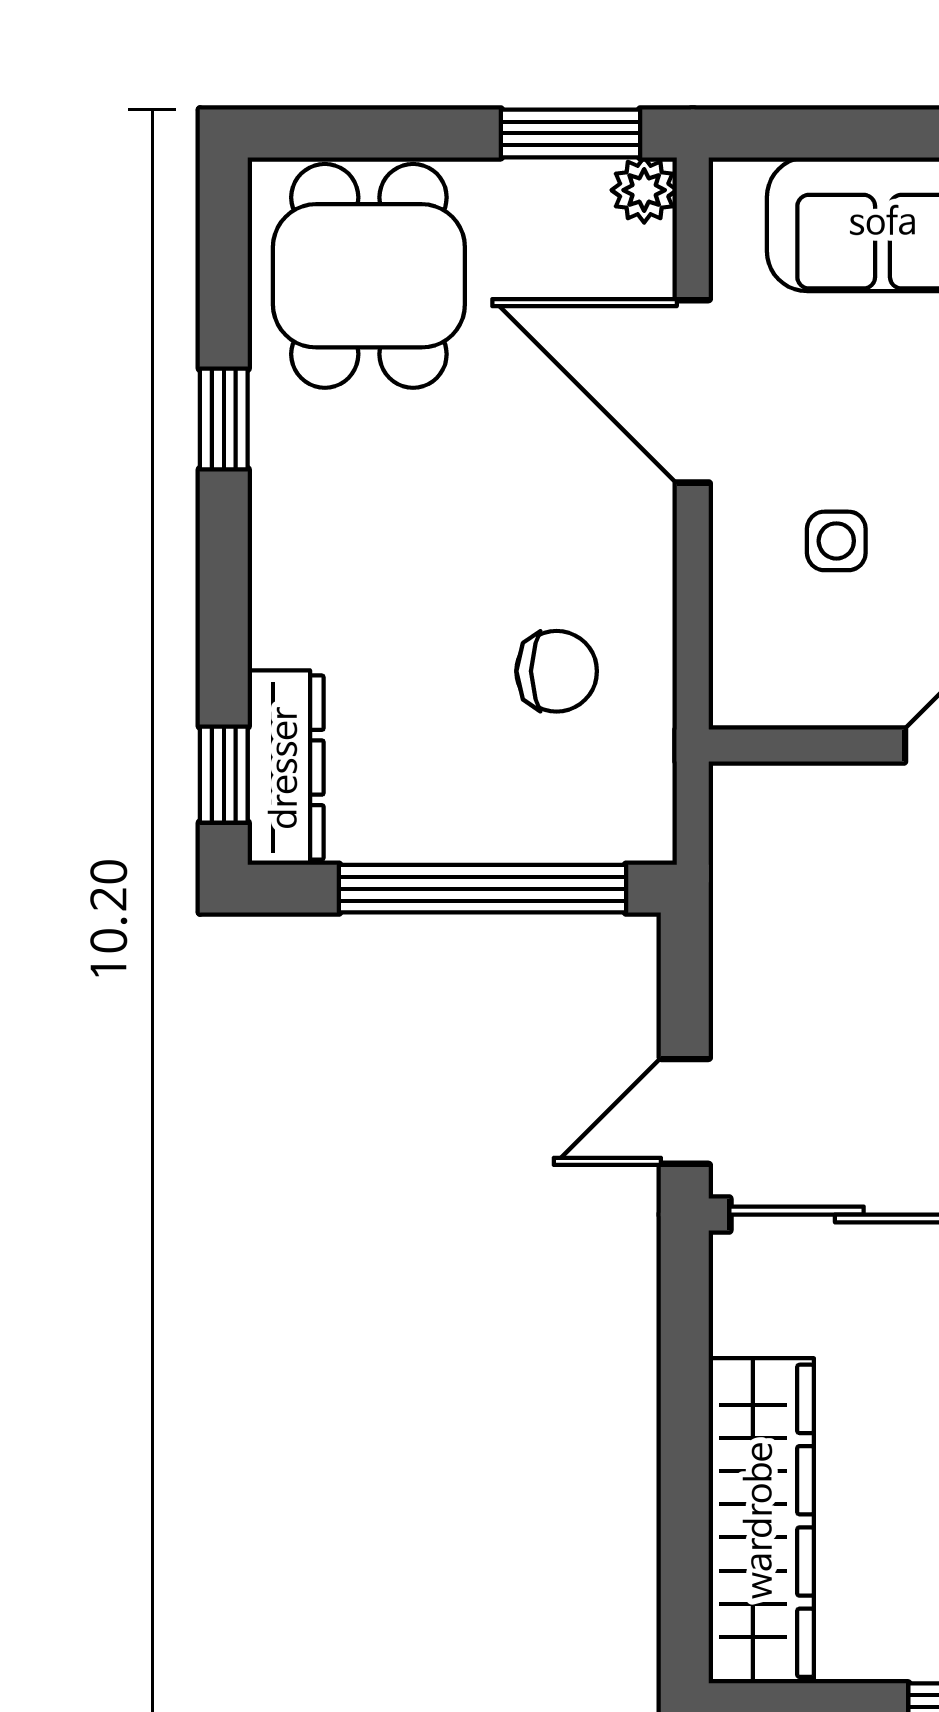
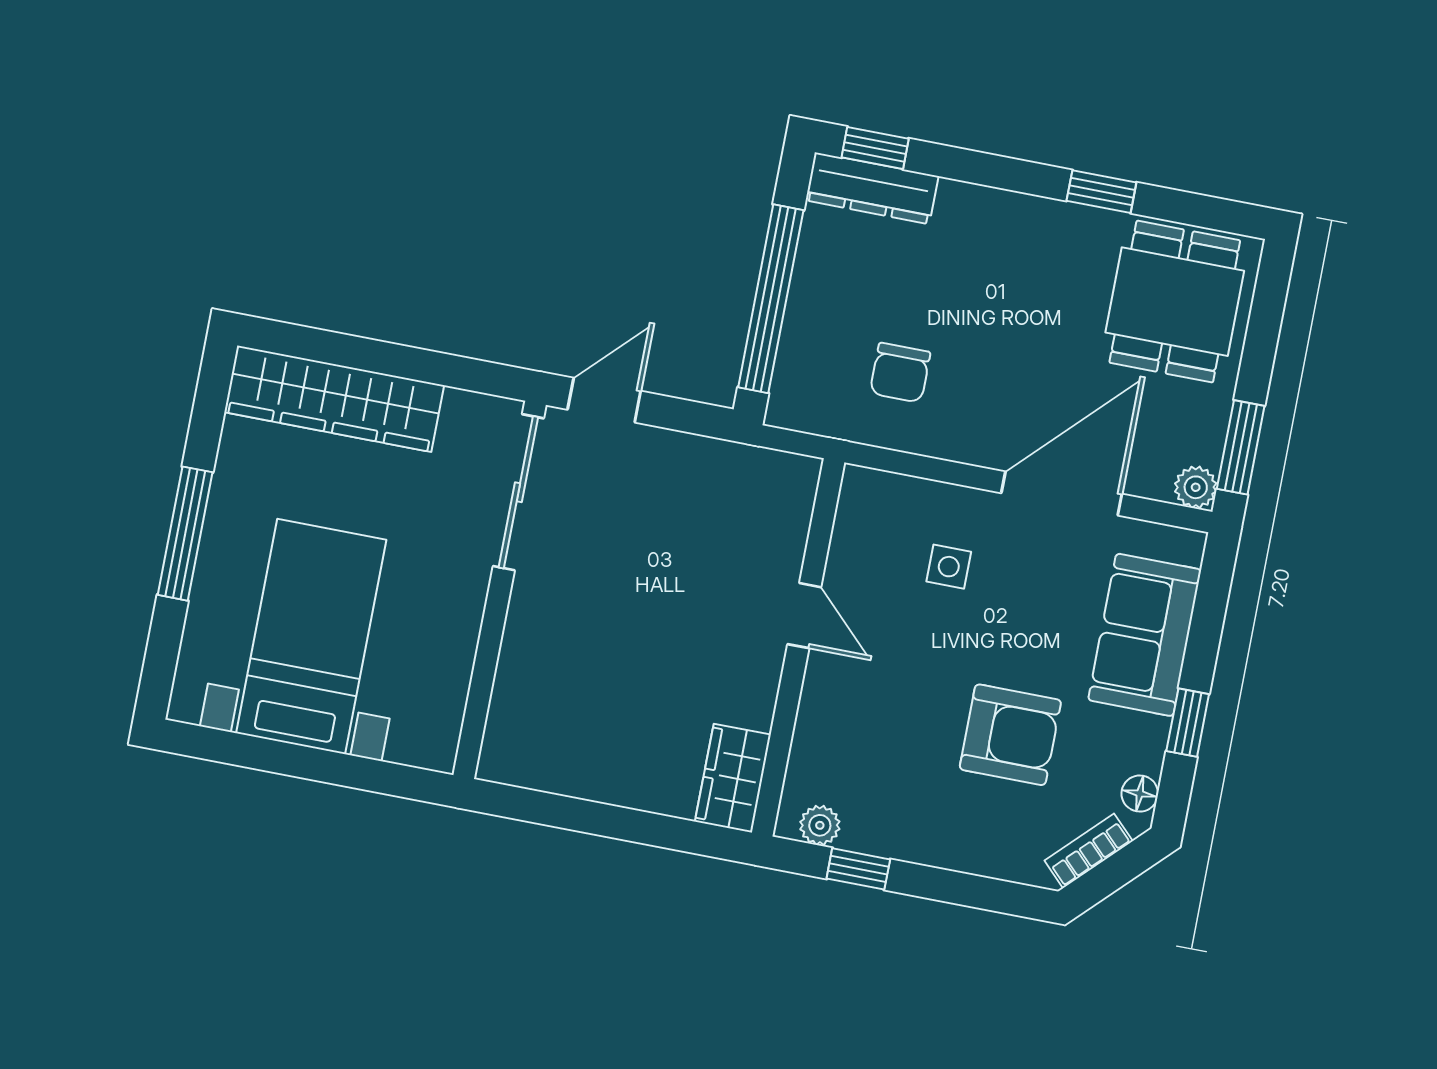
dining table: (369, 276) -> (1175, 302), turned 90
door: (685, 1111) -> (604, 400), hinge flipped

